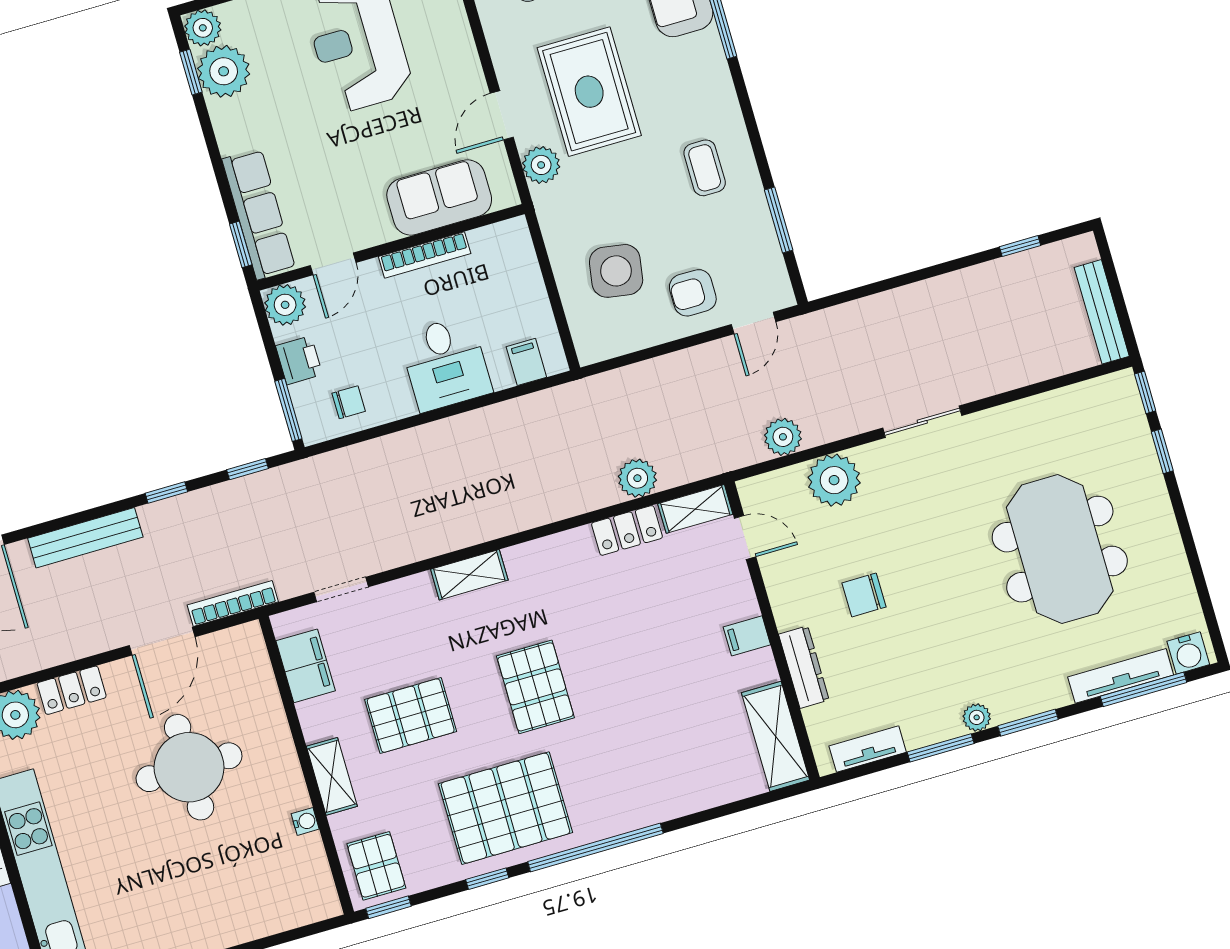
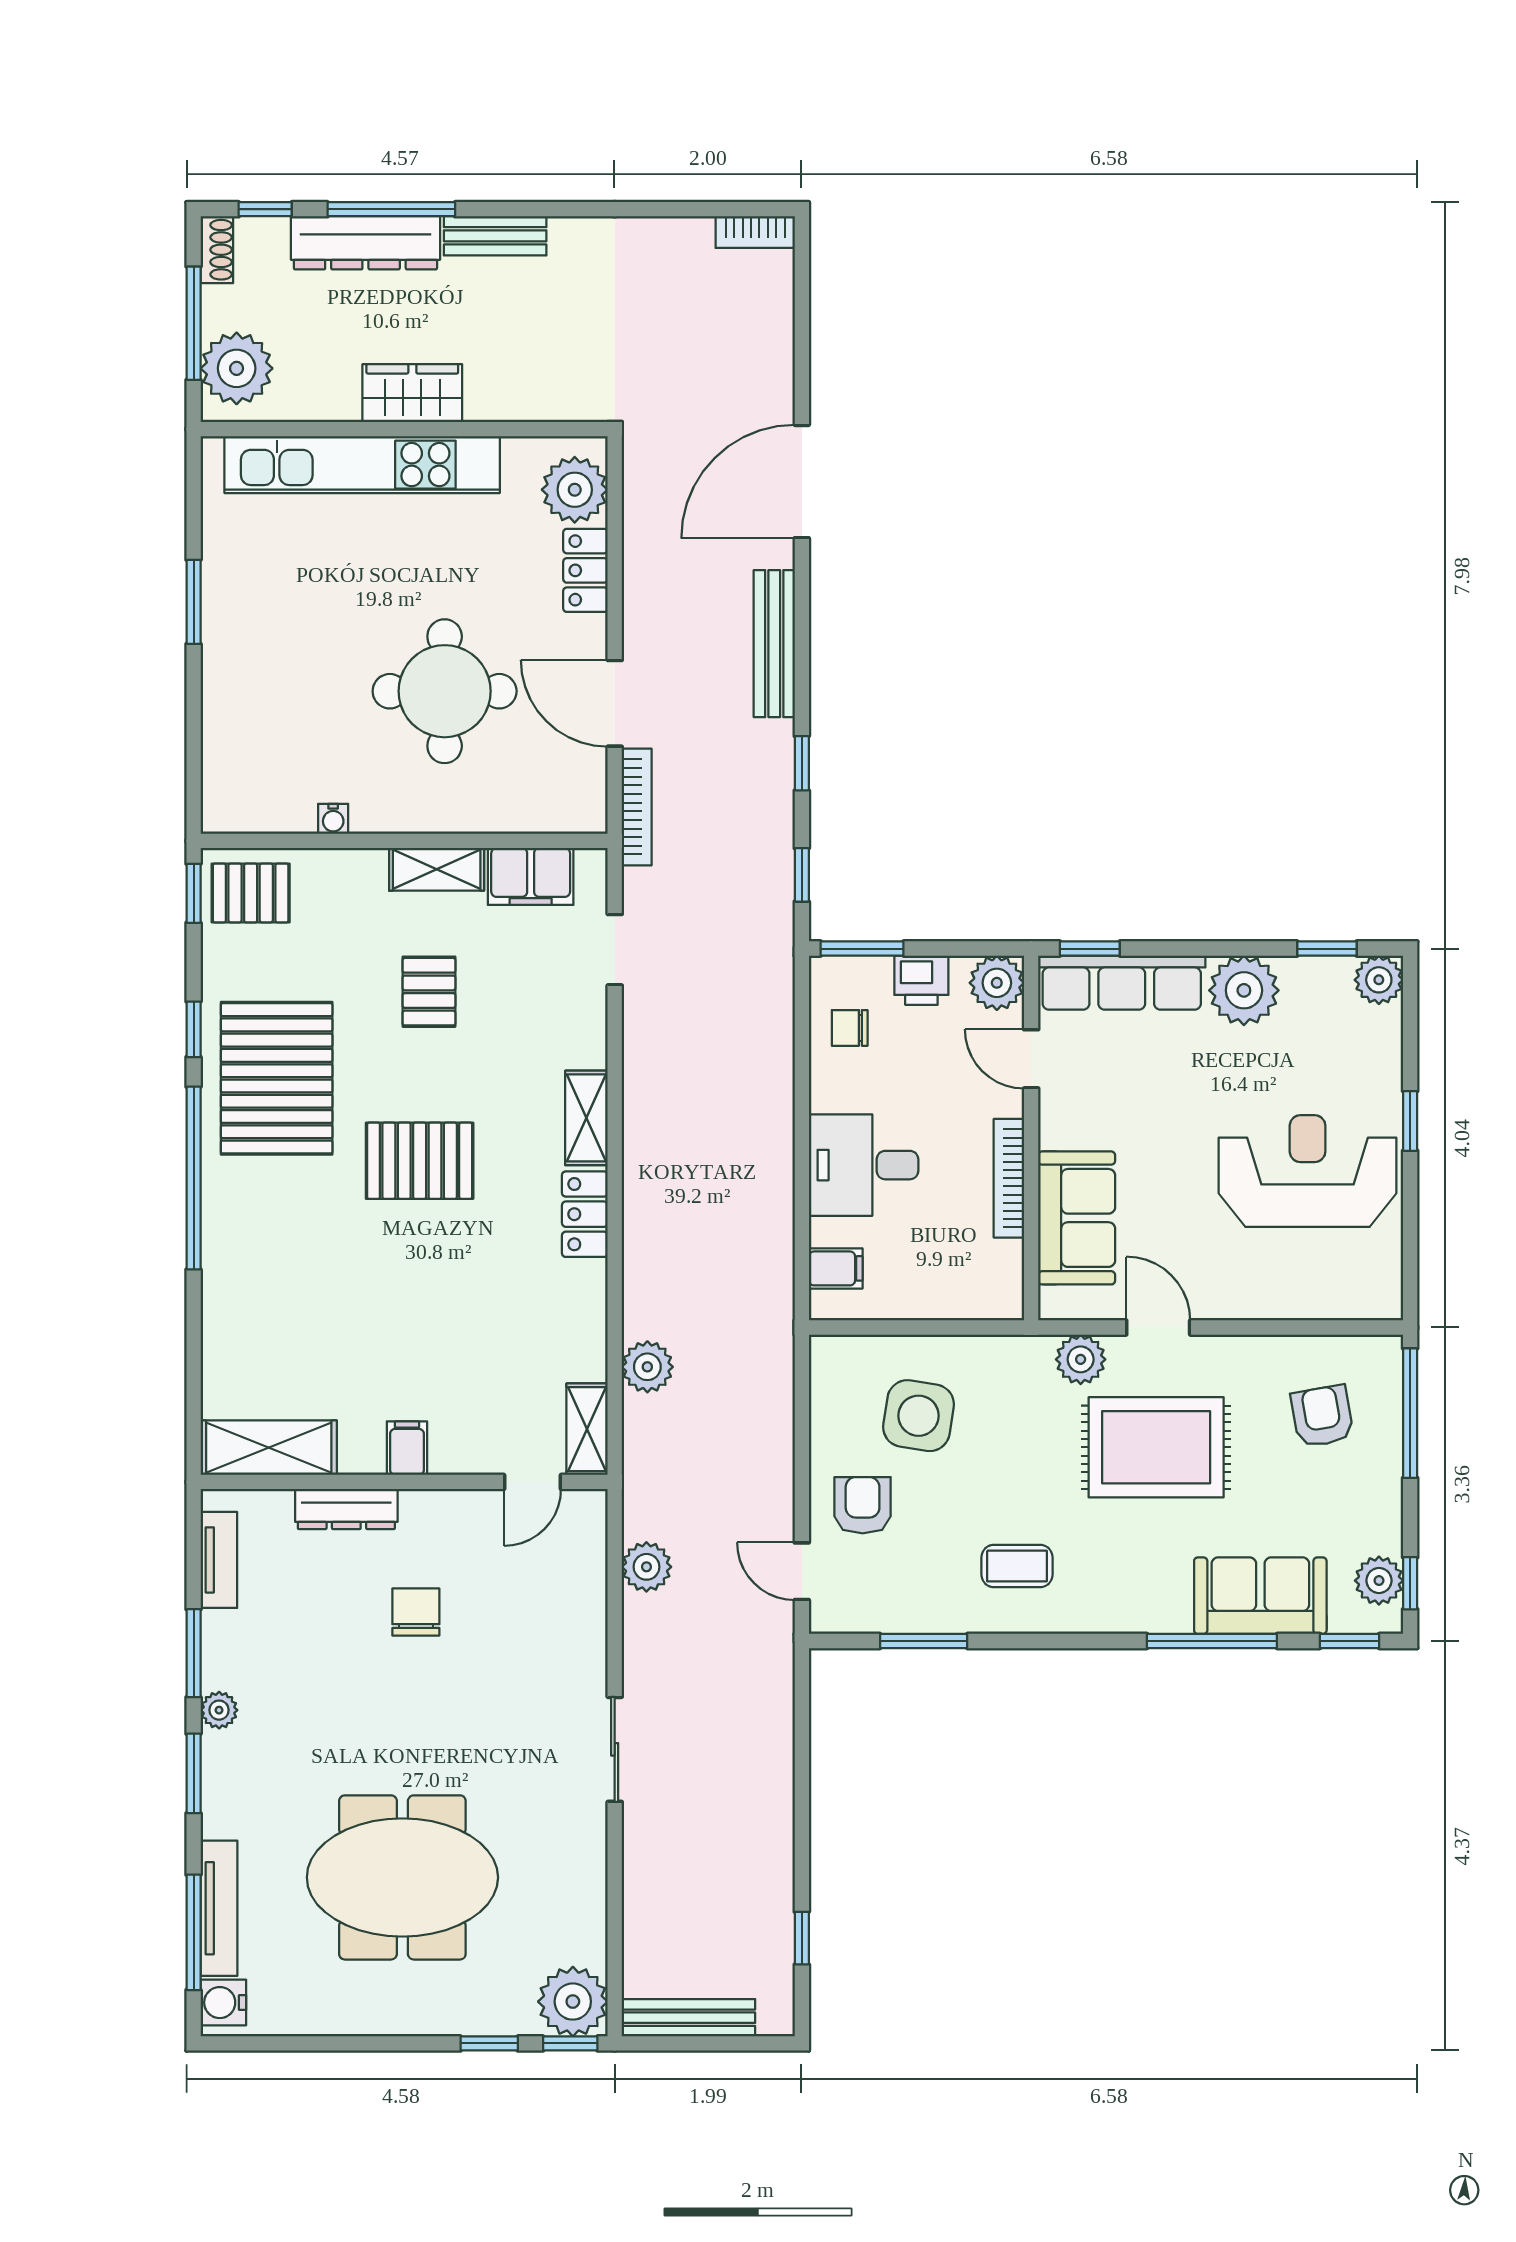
plant: (224, 71) -> (1244, 990), moved
chair: (349, 402) -> (850, 1028), turned 90
plant: (834, 480) -> (573, 2002), moved
locker: (627, 530) -> (585, 1214), moved
pallet: (411, 716) -> (429, 992), width x0.67, depth x0.71
shelving: (332, 776) -> (437, 869), moved

